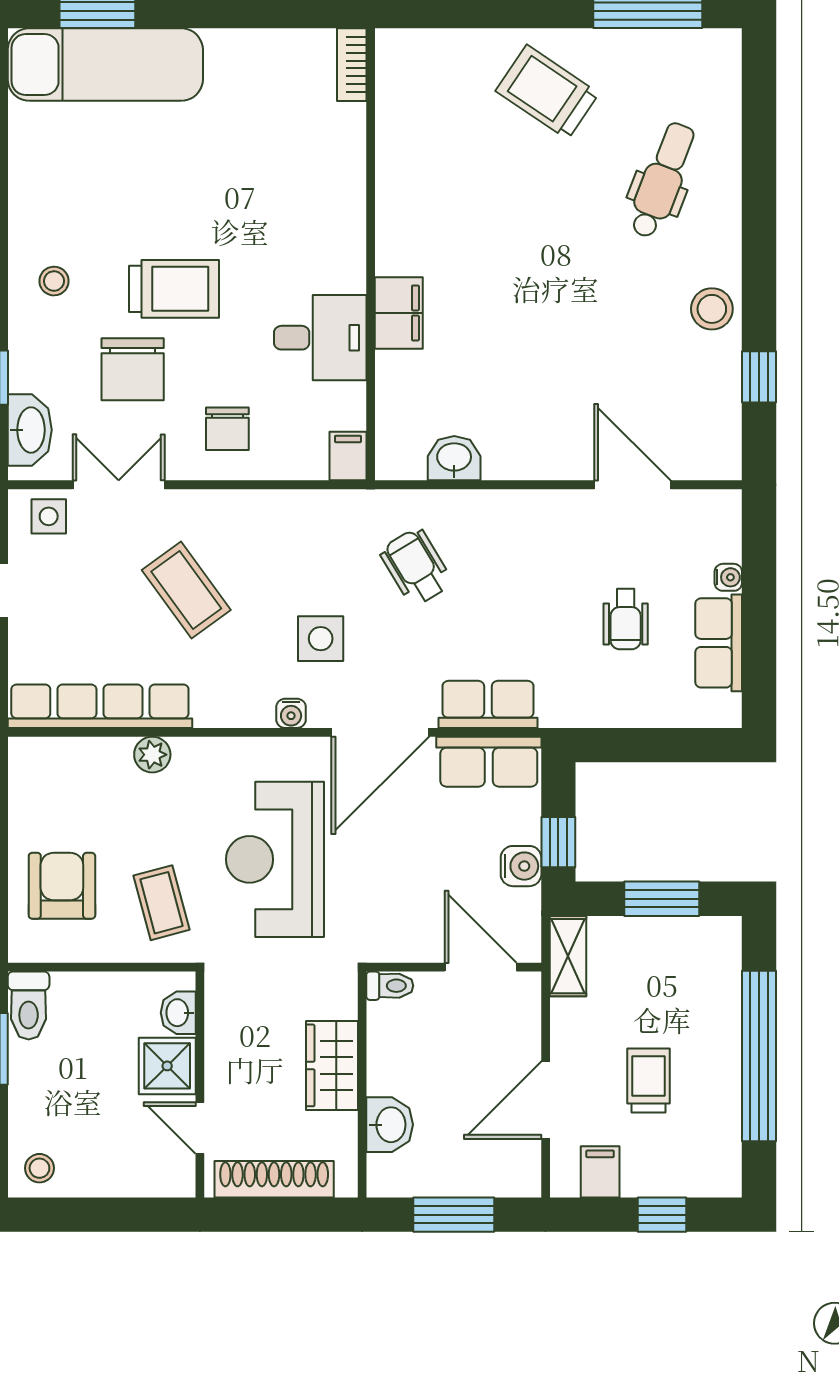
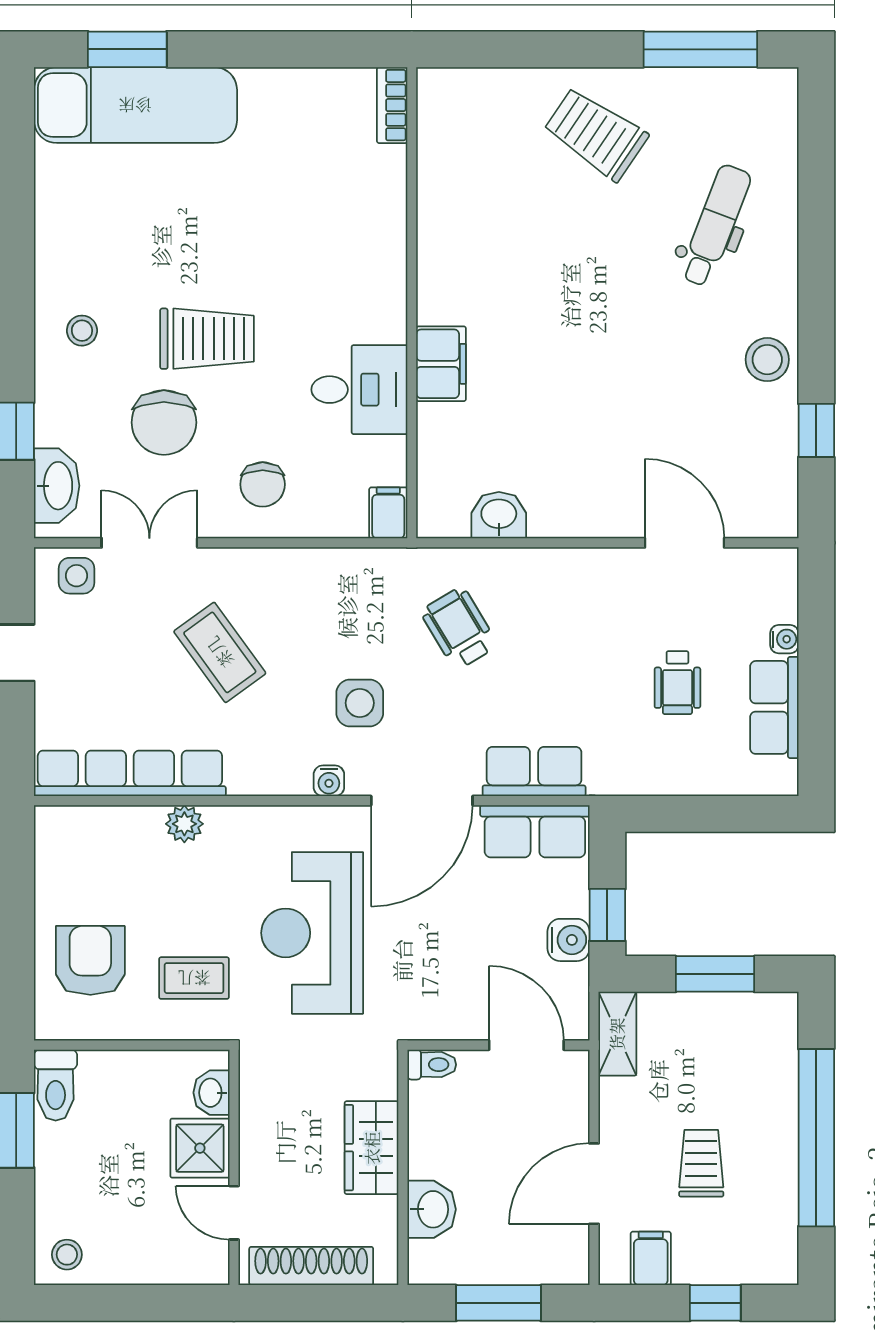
coffee table: (162, 903) -> (194, 978), turned -75

